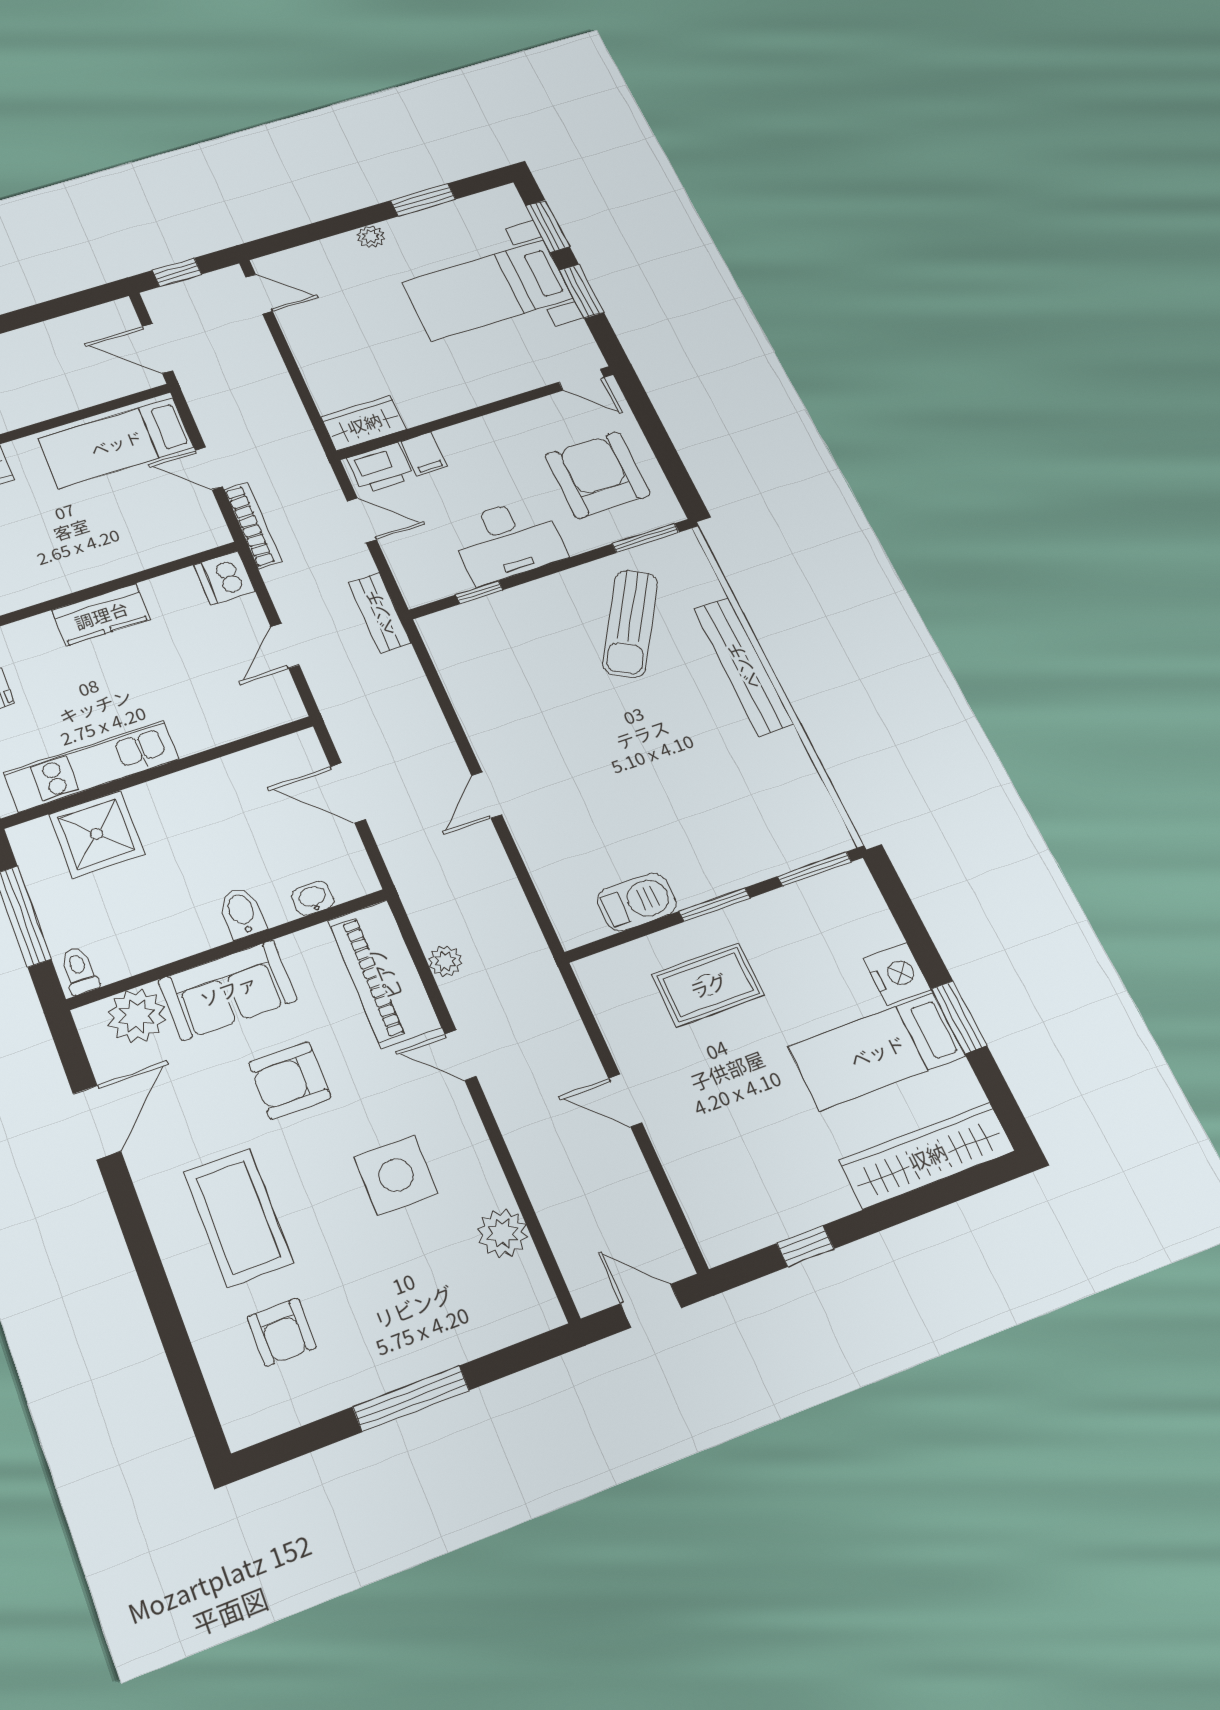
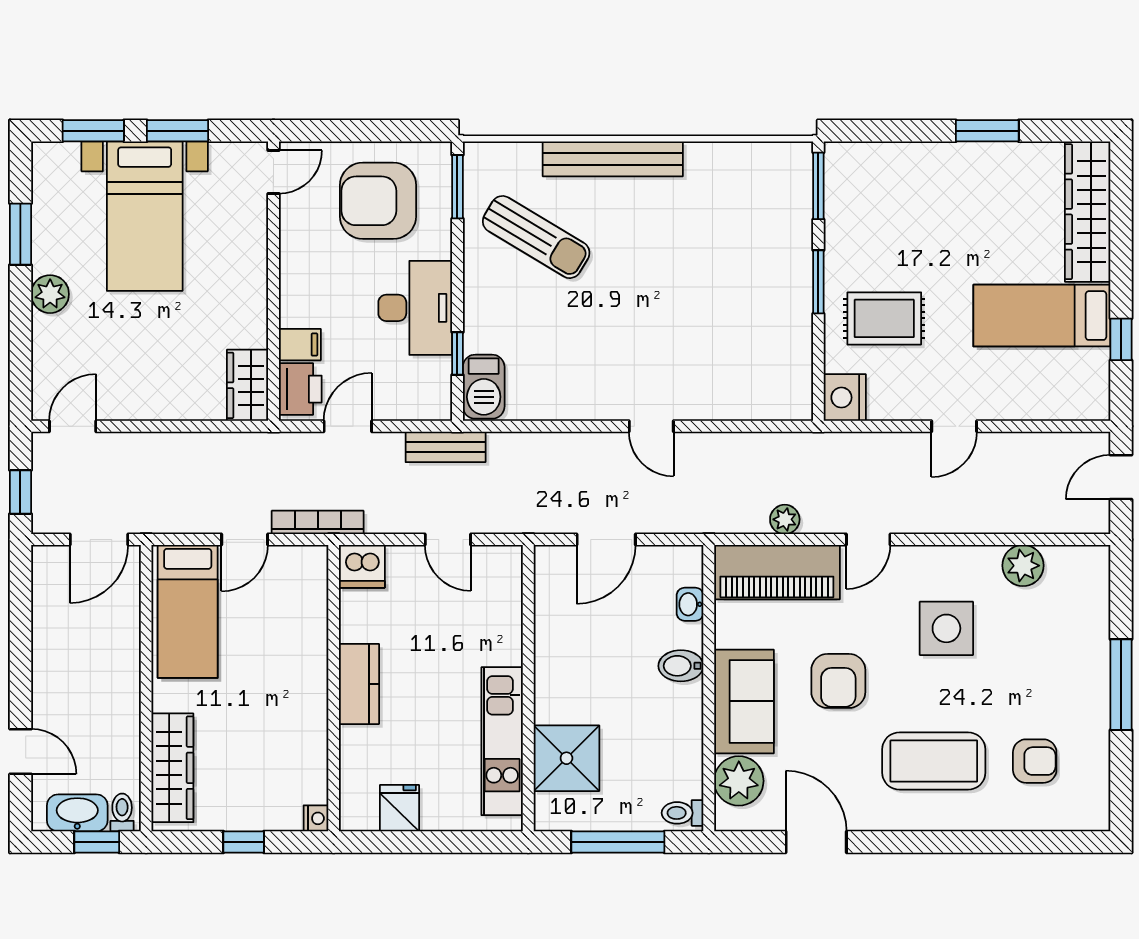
plant: (371, 236) -> (50, 294), width x1.38, depth x1.38
barbecue: (637, 902) -> (484, 387), moved, turned 180
nightstand: (897, 974) -> (845, 398), moved, turned -90
rug: (708, 985) -> (884, 318), turned 90
bed: (877, 1051) -> (1042, 316), moved, turned 90

